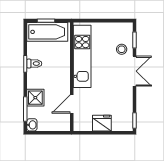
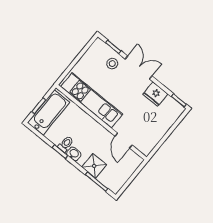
fridge: (102, 123) -> (155, 94), moved, turned -90
washbasin: (32, 125) -> (74, 154), moved

